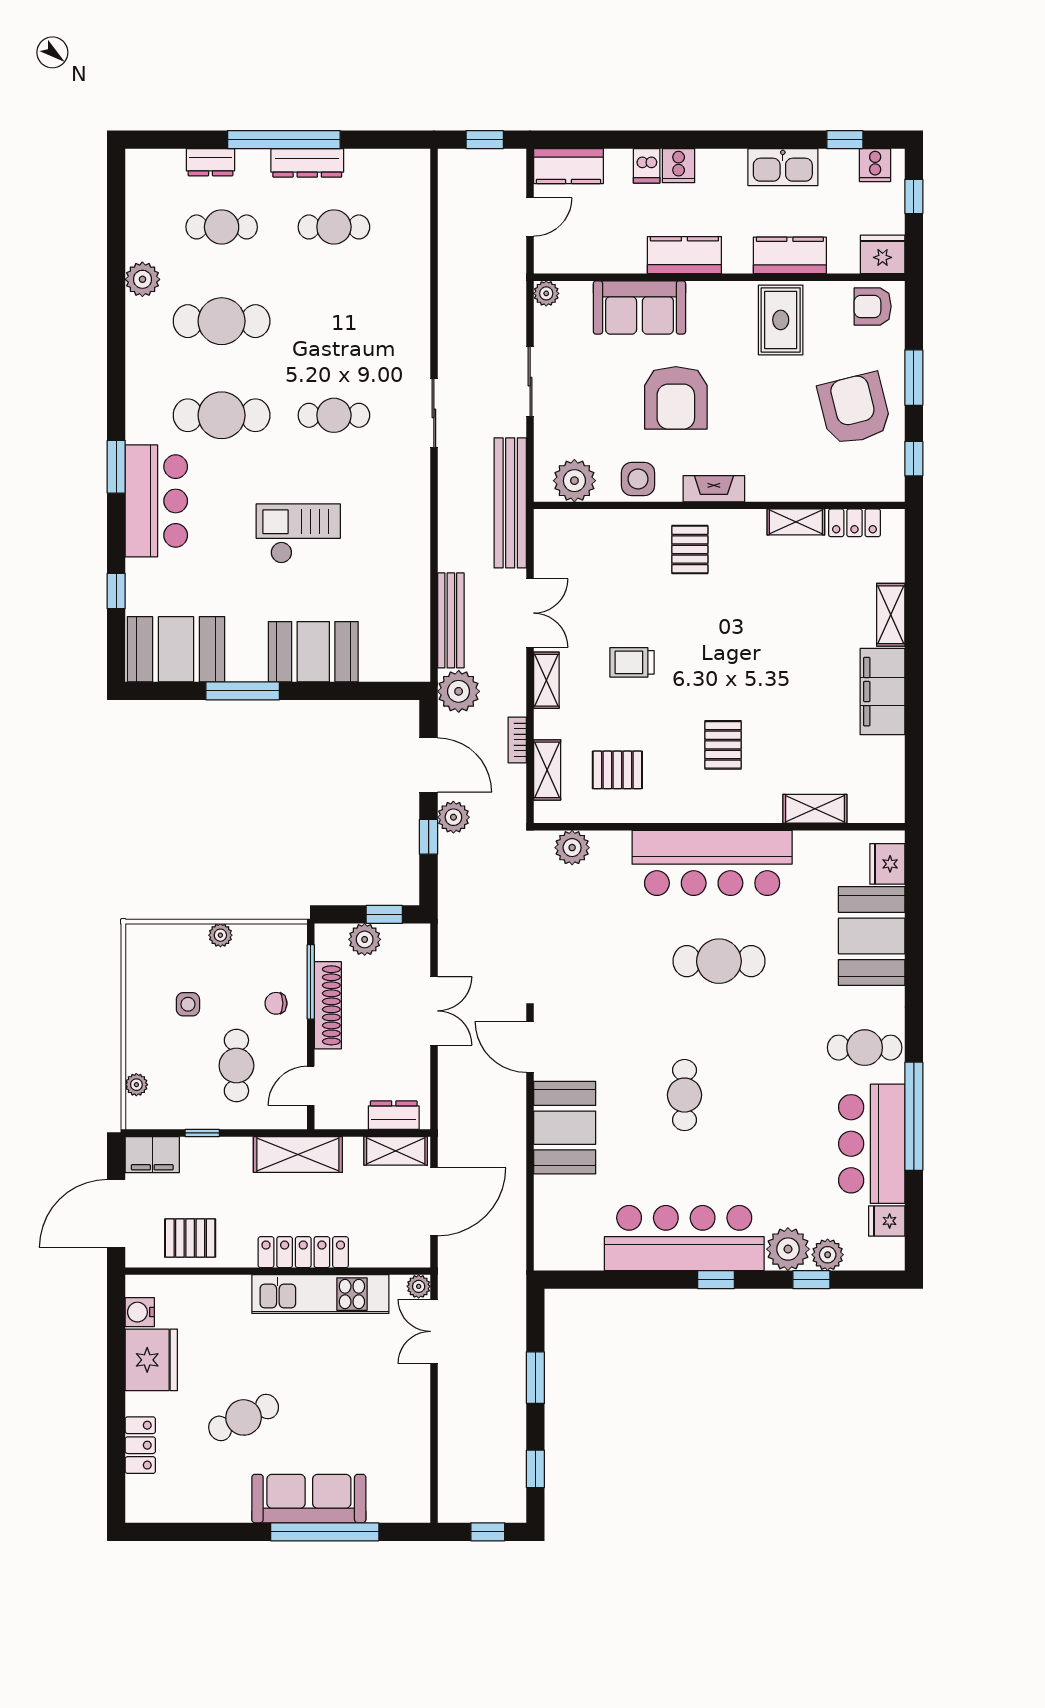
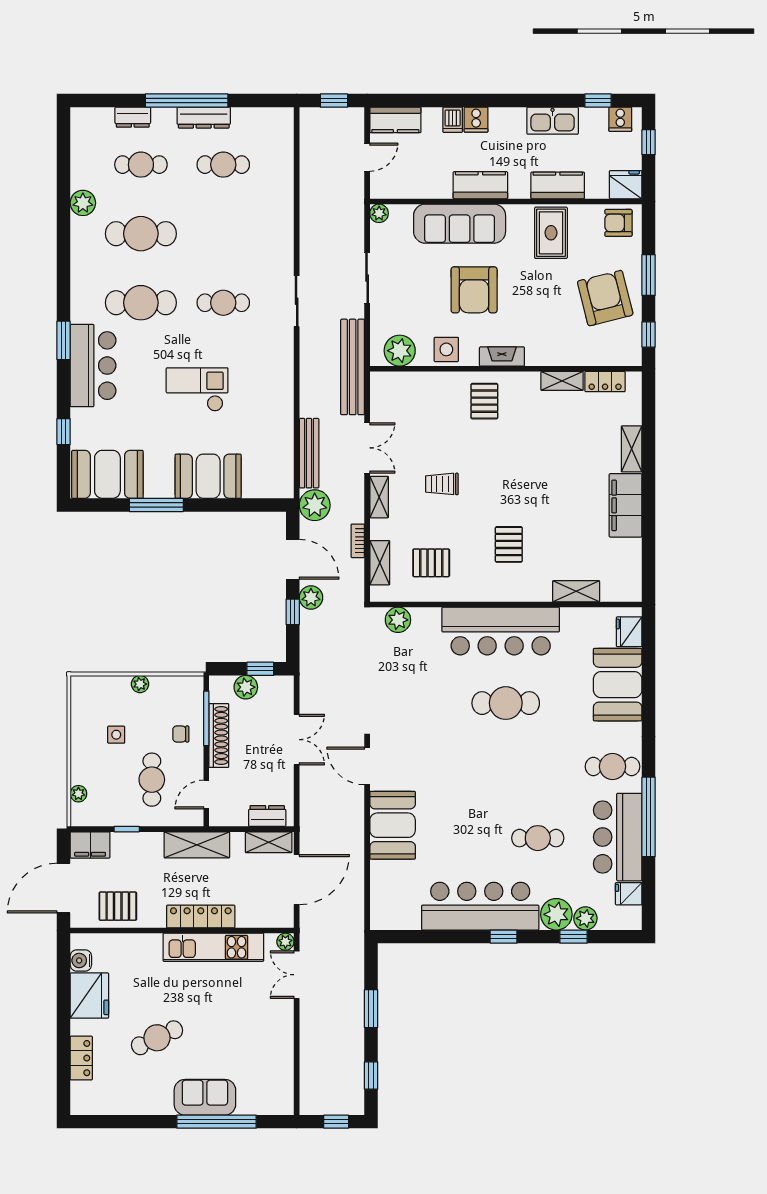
sofa: (639, 307) -> (460, 224), width x1.36
cafe table: (684, 1095) -> (538, 838), moved, turned 90
sofa: (309, 1499) -> (205, 1097), width x0.73

